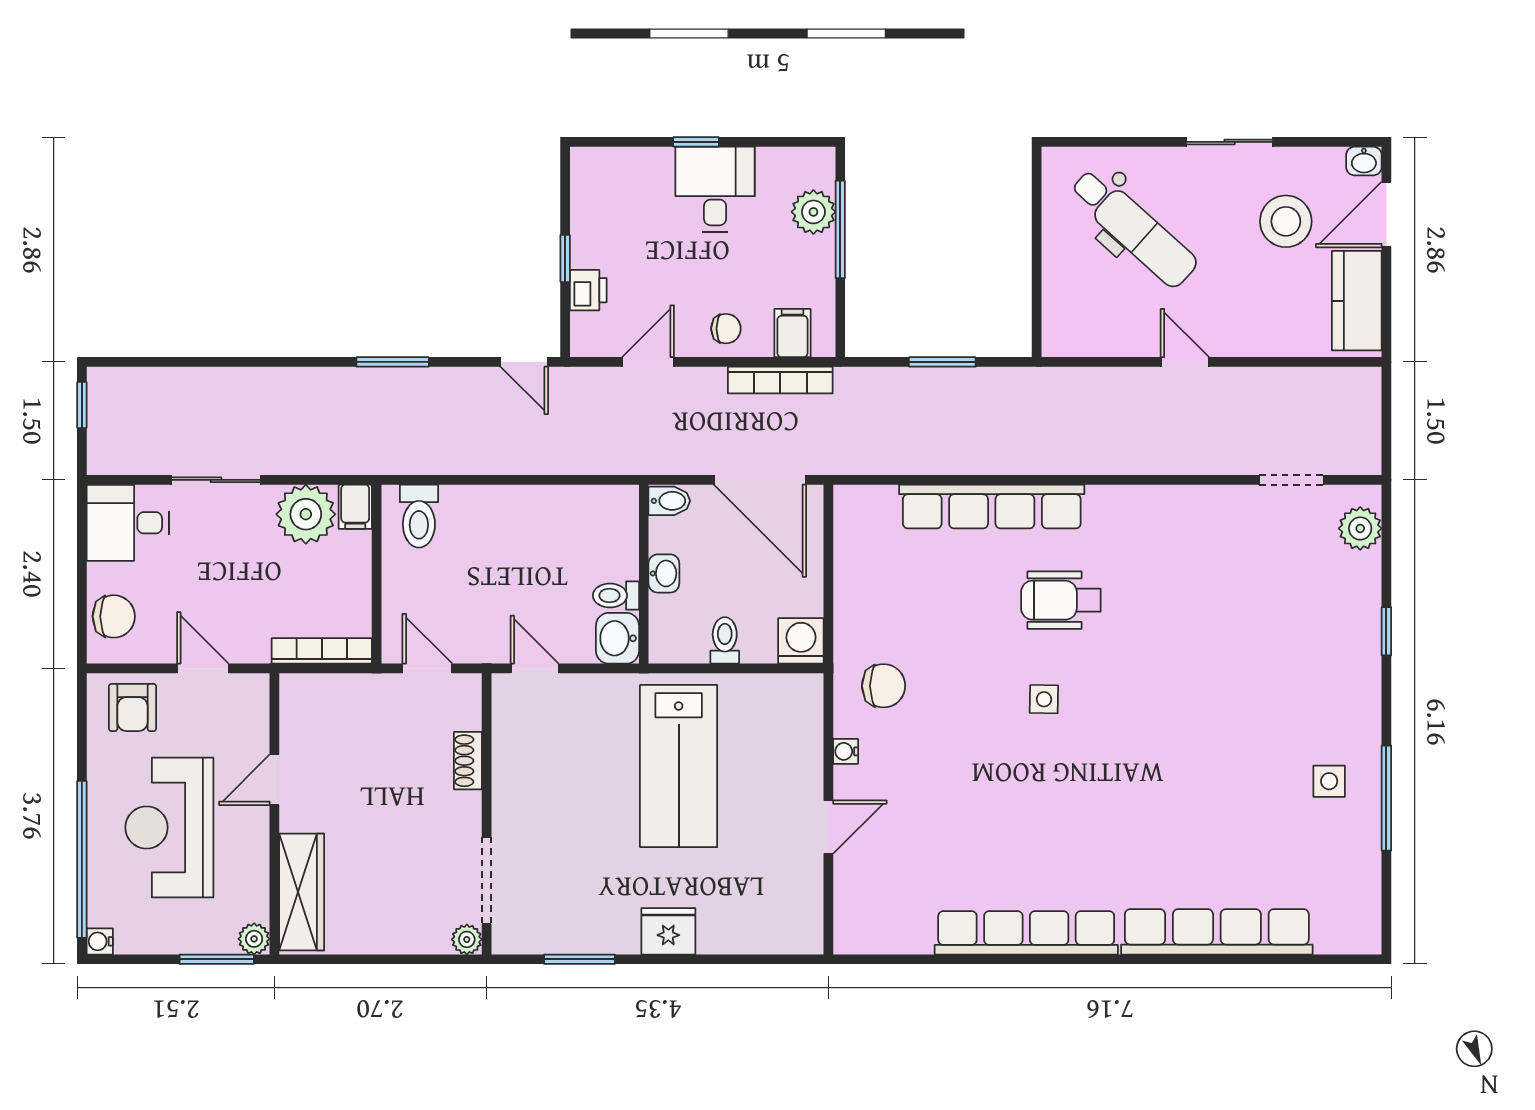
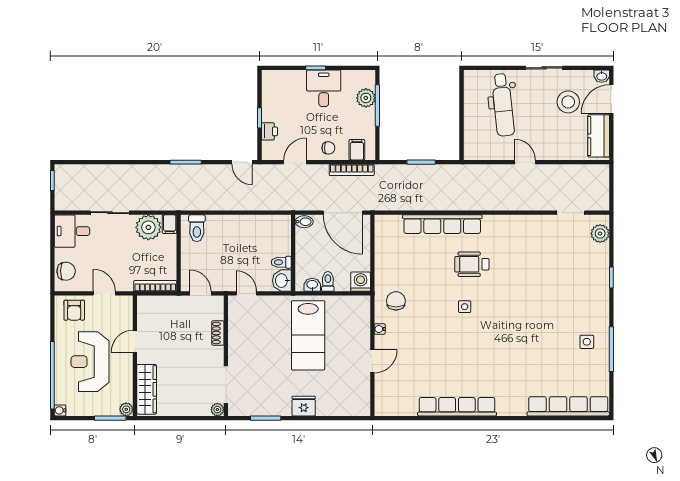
dental chair: (1134, 228) -> (503, 105), turned 42
washbasin: (664, 573) -> (312, 285), moved, turned -90
chair: (884, 686) -> (396, 301), turned -90
row of seats: (1217, 932) -> (568, 406), moved

